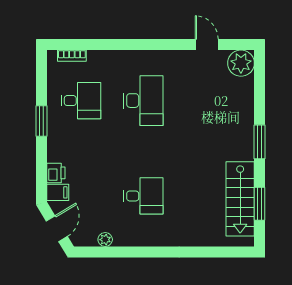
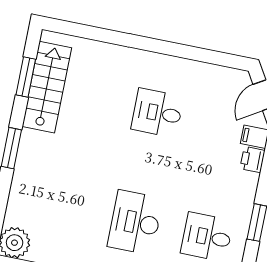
plant: (105, 240) -> (211, 72), removed

